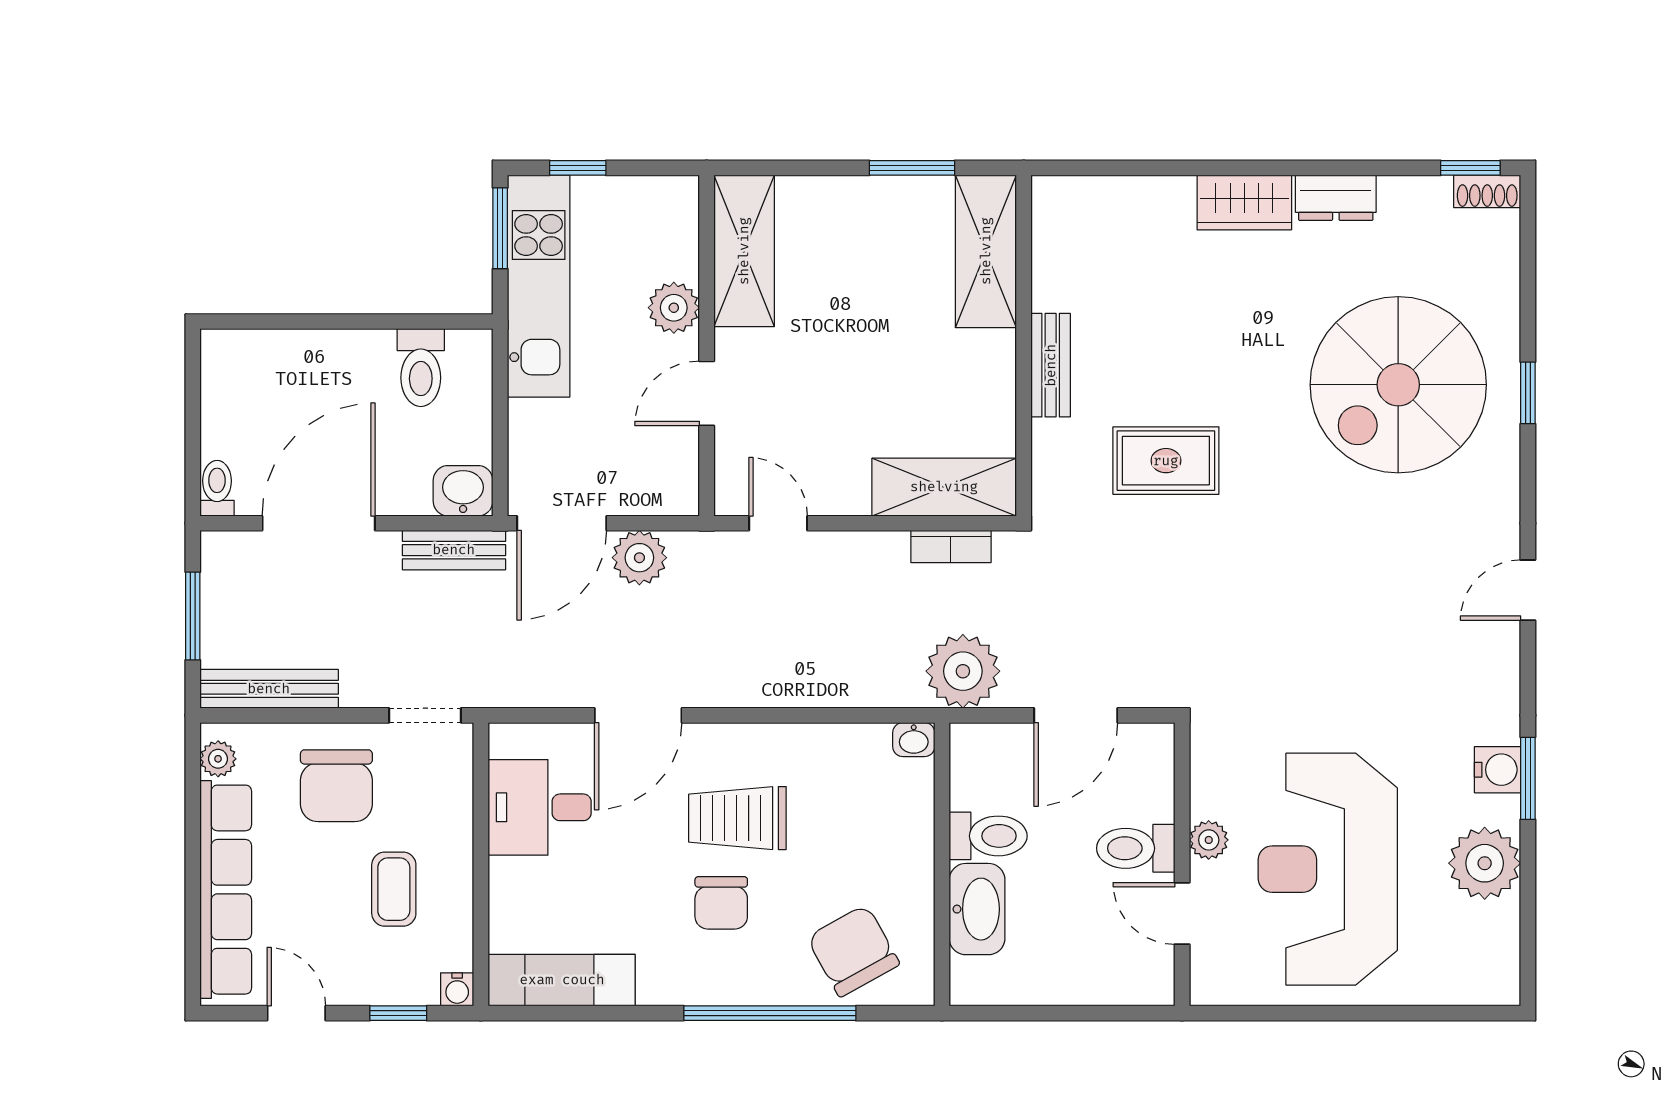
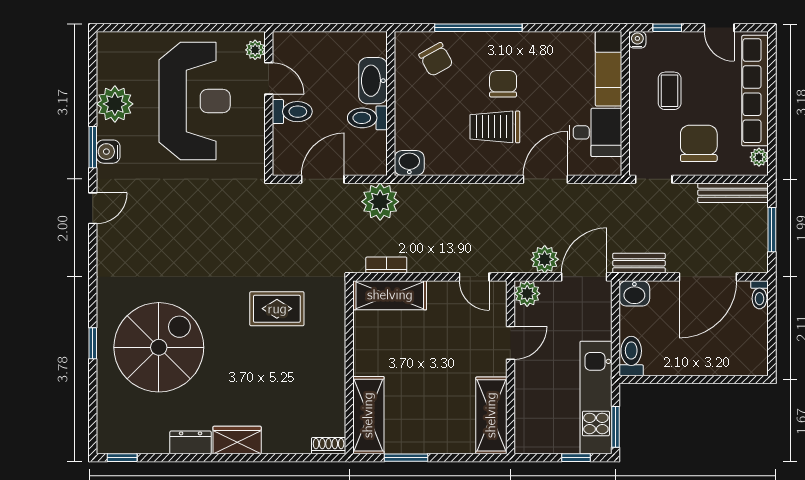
shoe rack: (1487, 191) -> (329, 446), moved
plant: (674, 308) -> (527, 294), moved
bench: (1051, 365) -> (336, 357), removed
toilet: (421, 368) -> (631, 356), moved
door: (1528, 590) -> (93, 208), moved
washbasin: (914, 740) -> (409, 163), width x1.38, depth x1.45
trolley: (737, 818) -> (495, 127), turned 180
plant: (1209, 840) -> (255, 50), moved
chair: (853, 951) -> (436, 59), width x0.73, depth x0.73
exam couch: (562, 980) -> (609, 69), moved, turned 90

